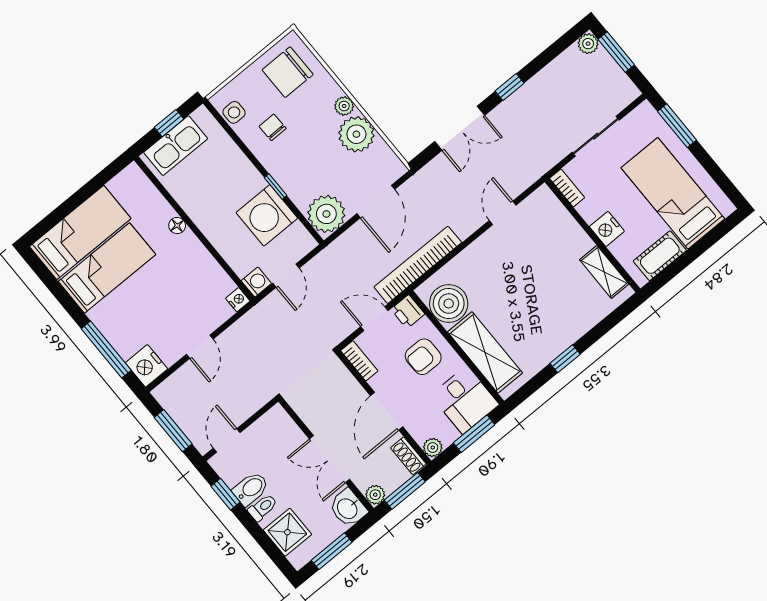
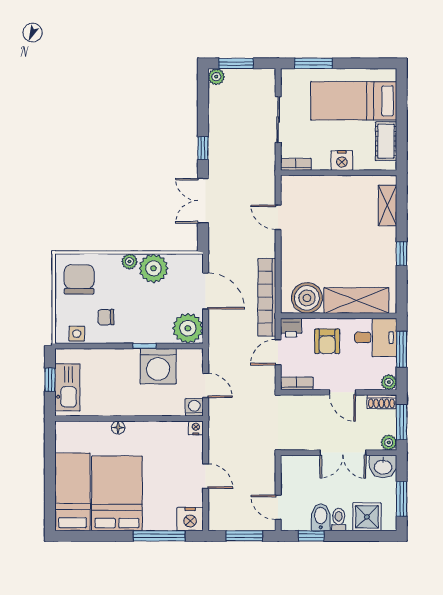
chair: (288, 72) -> (79, 279), turned 180
double door: (460, 128) -> (203, 201), swing flipped
bed: (107, 268) -> (117, 493), width x1.50
shelving: (604, 272) -> (387, 206), moved, turned 90
door: (387, 411) -> (342, 392), width x0.73

